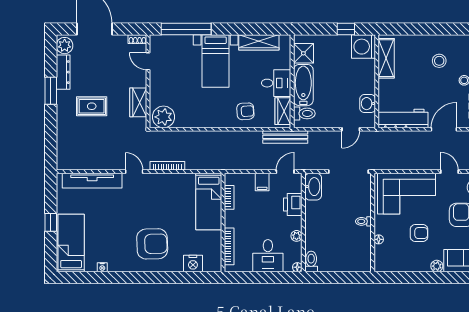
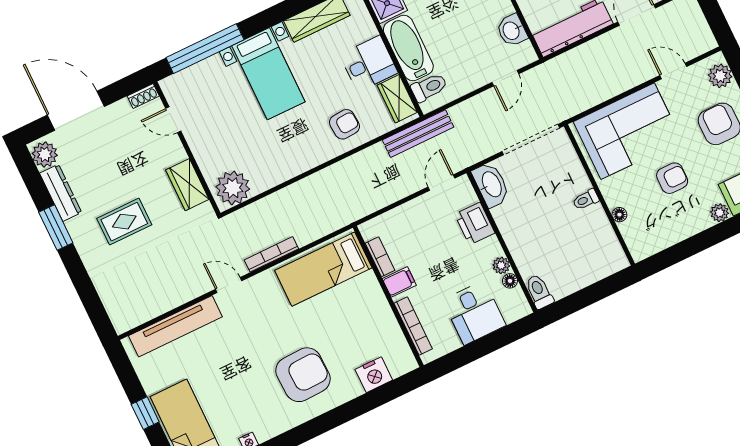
filing cabinet: (262, 182) -> (399, 282), moved, turned -90
bed: (209, 201) -> (323, 269), moved, turned 90
floor lamp: (297, 267) -> (510, 281), moved

